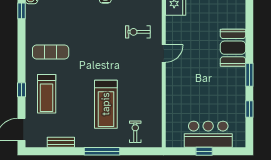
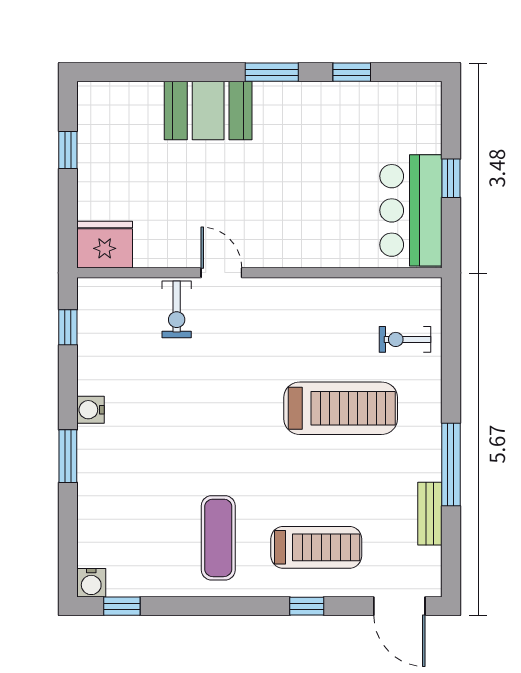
exercise bike: (138, 32) -> (177, 309), moved
bar counter: (208, 134) -> (411, 210), moved
window: (102, 151) -> (451, 464), moved

